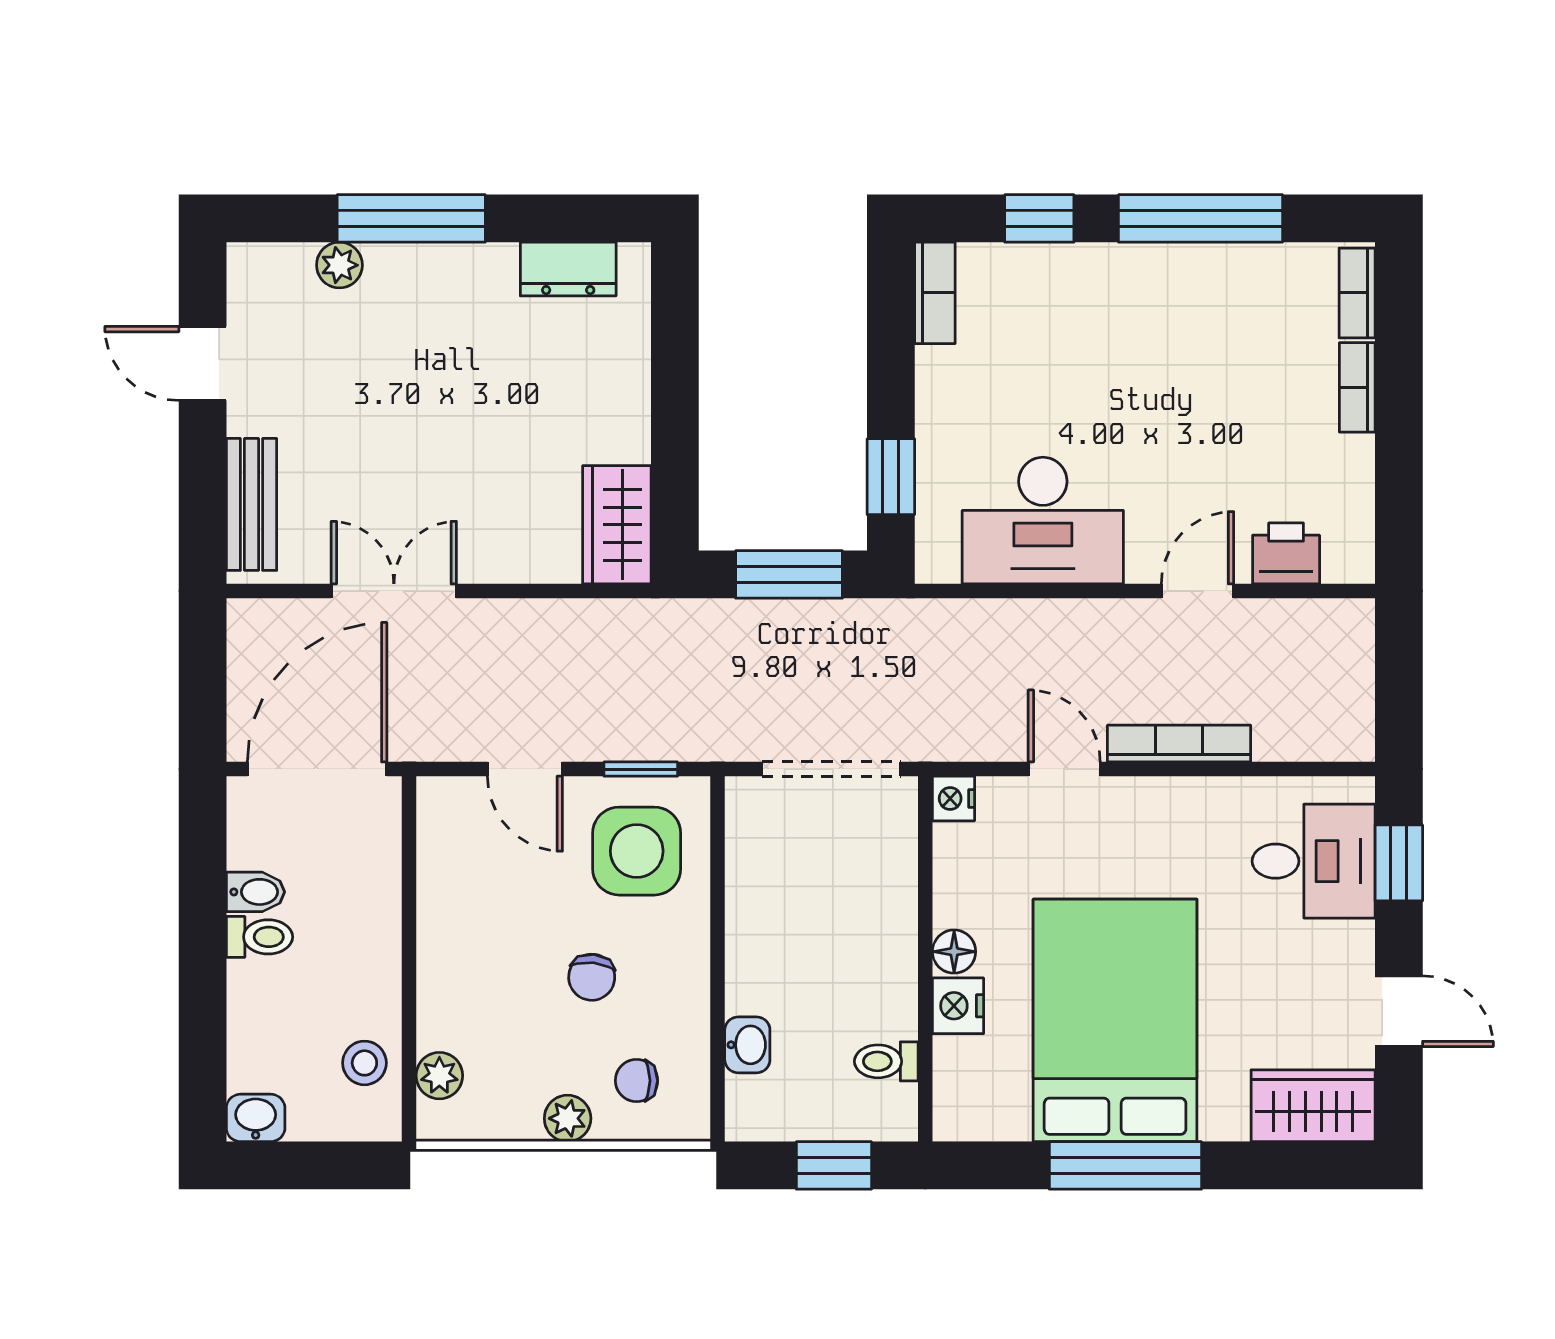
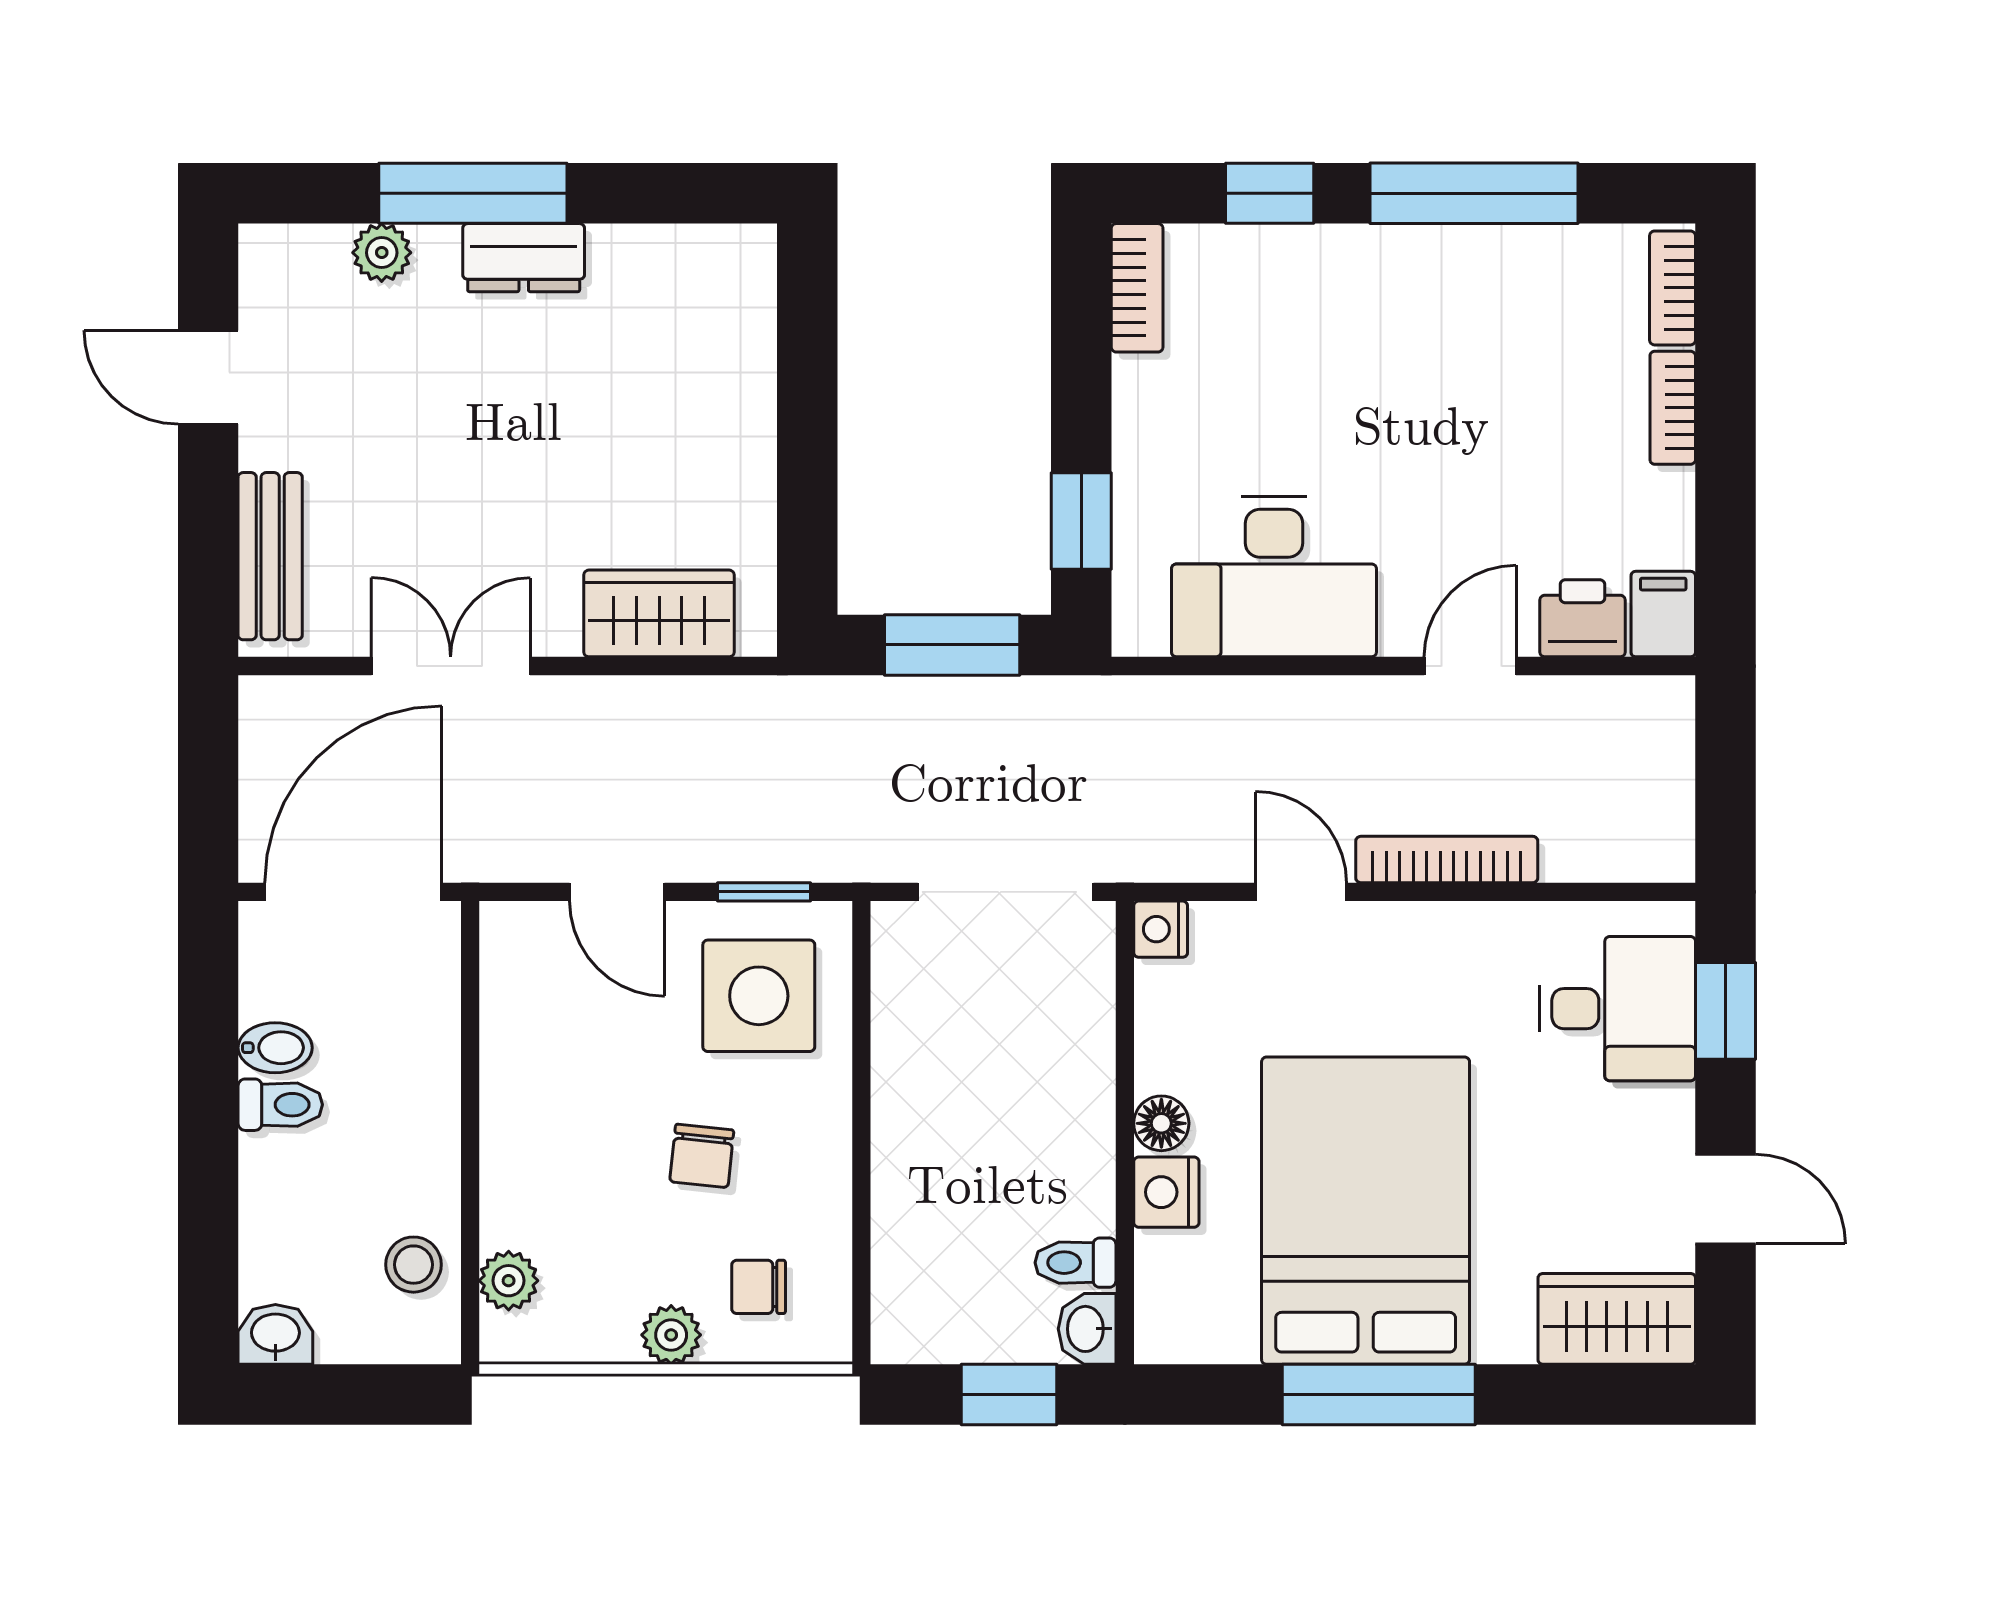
dresser: (568, 269) -> (524, 258), moved
wardrobe: (617, 525) -> (659, 613), moved, turned 90
filing cabinet: (1350, 550) -> (1663, 614), added
washbasin: (747, 1045) -> (1087, 1329), moved, turned 180

